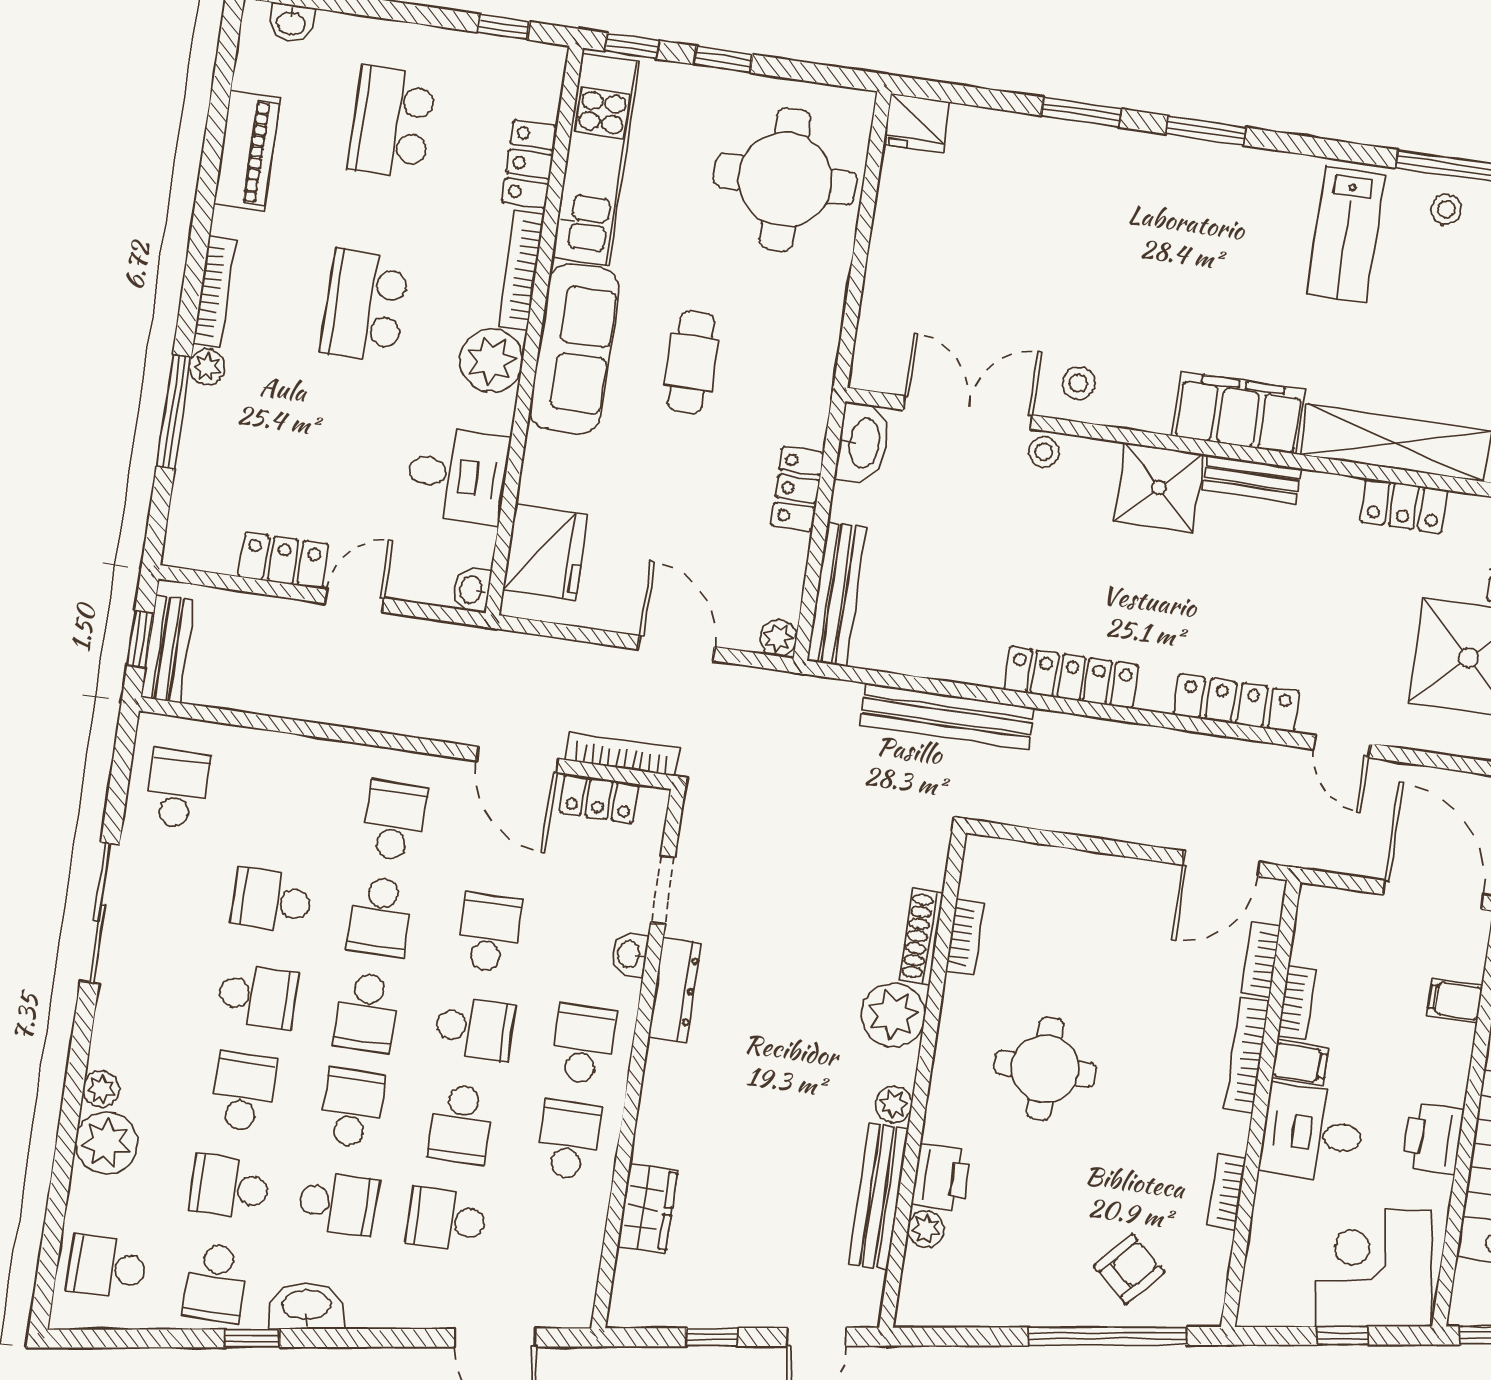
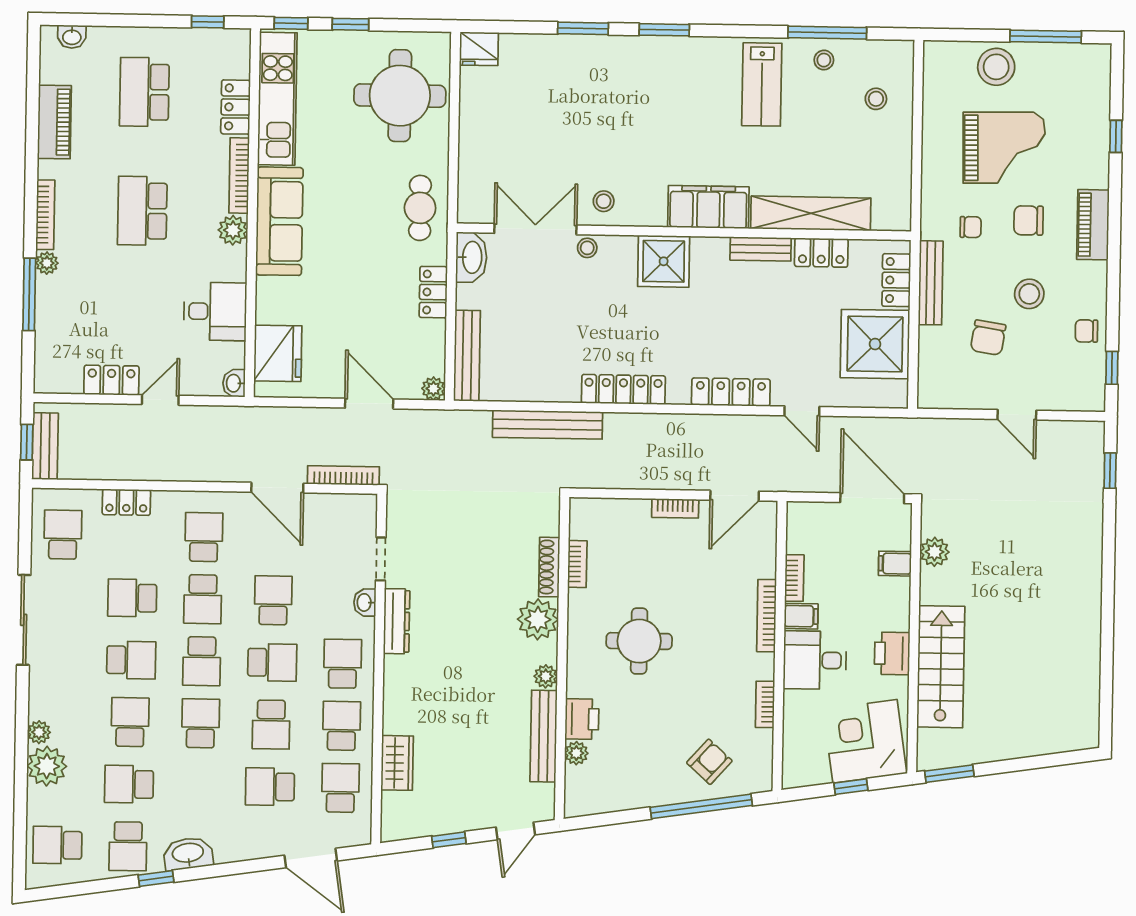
plant: (491, 361) -> (233, 230), width x0.73, depth x0.73
cafe table: (691, 362) -> (420, 208), moved
bench: (1252, 479) -> (761, 249), moved
locker: (599, 799) -> (126, 502), moved
bookcase: (1261, 960) -> (675, 508), moved, turned -90
school desk: (338, 1203) -> (340, 788), moved, turned -90

